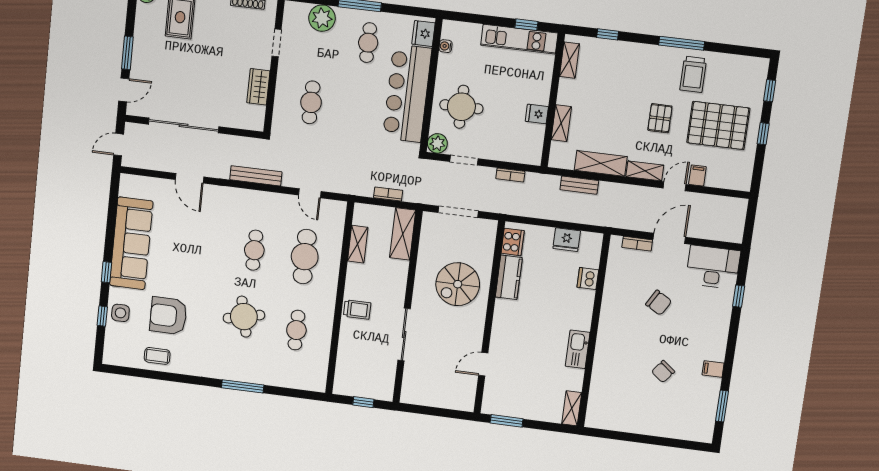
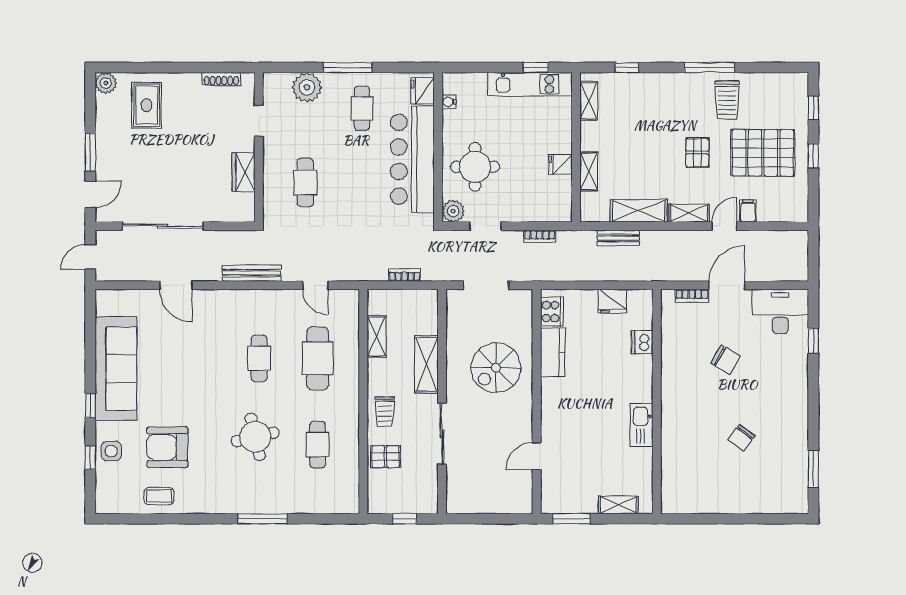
shelving: (403, 234) -> (426, 364), moved
trolley: (357, 310) -> (385, 412), turned 90
pallet: (353, 348) -> (386, 457), added
filing cabinet: (713, 369) -> (797, 427), removed
shelving: (572, 408) -> (618, 505), moved, turned 90

